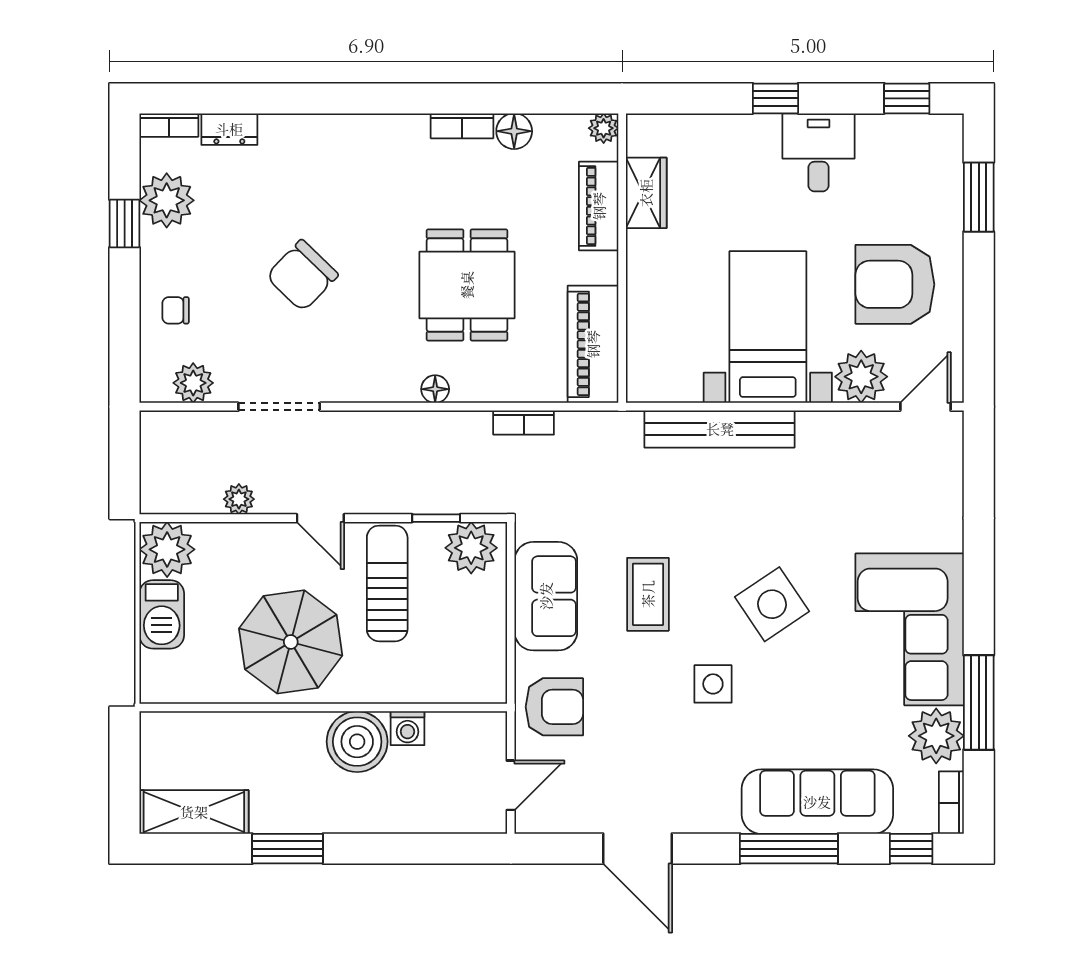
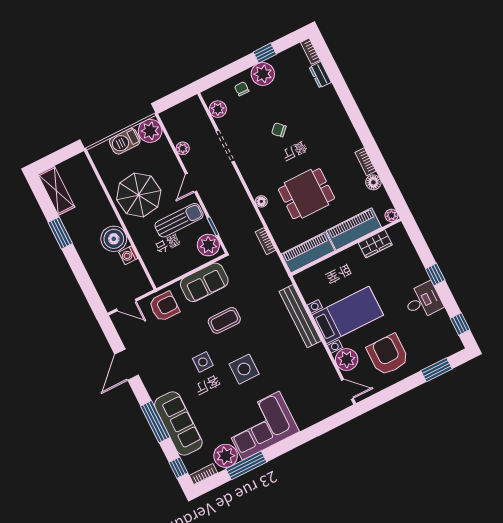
plant: (167, 200) -> (263, 74), moved
piano: (599, 206) -> (354, 229), width x1.37, depth x1.33
chair: (302, 275) -> (279, 130), width x0.54, depth x0.54
side table: (772, 604) -> (244, 369), turned 34
armchair: (554, 707) -> (164, 306), turned -90

